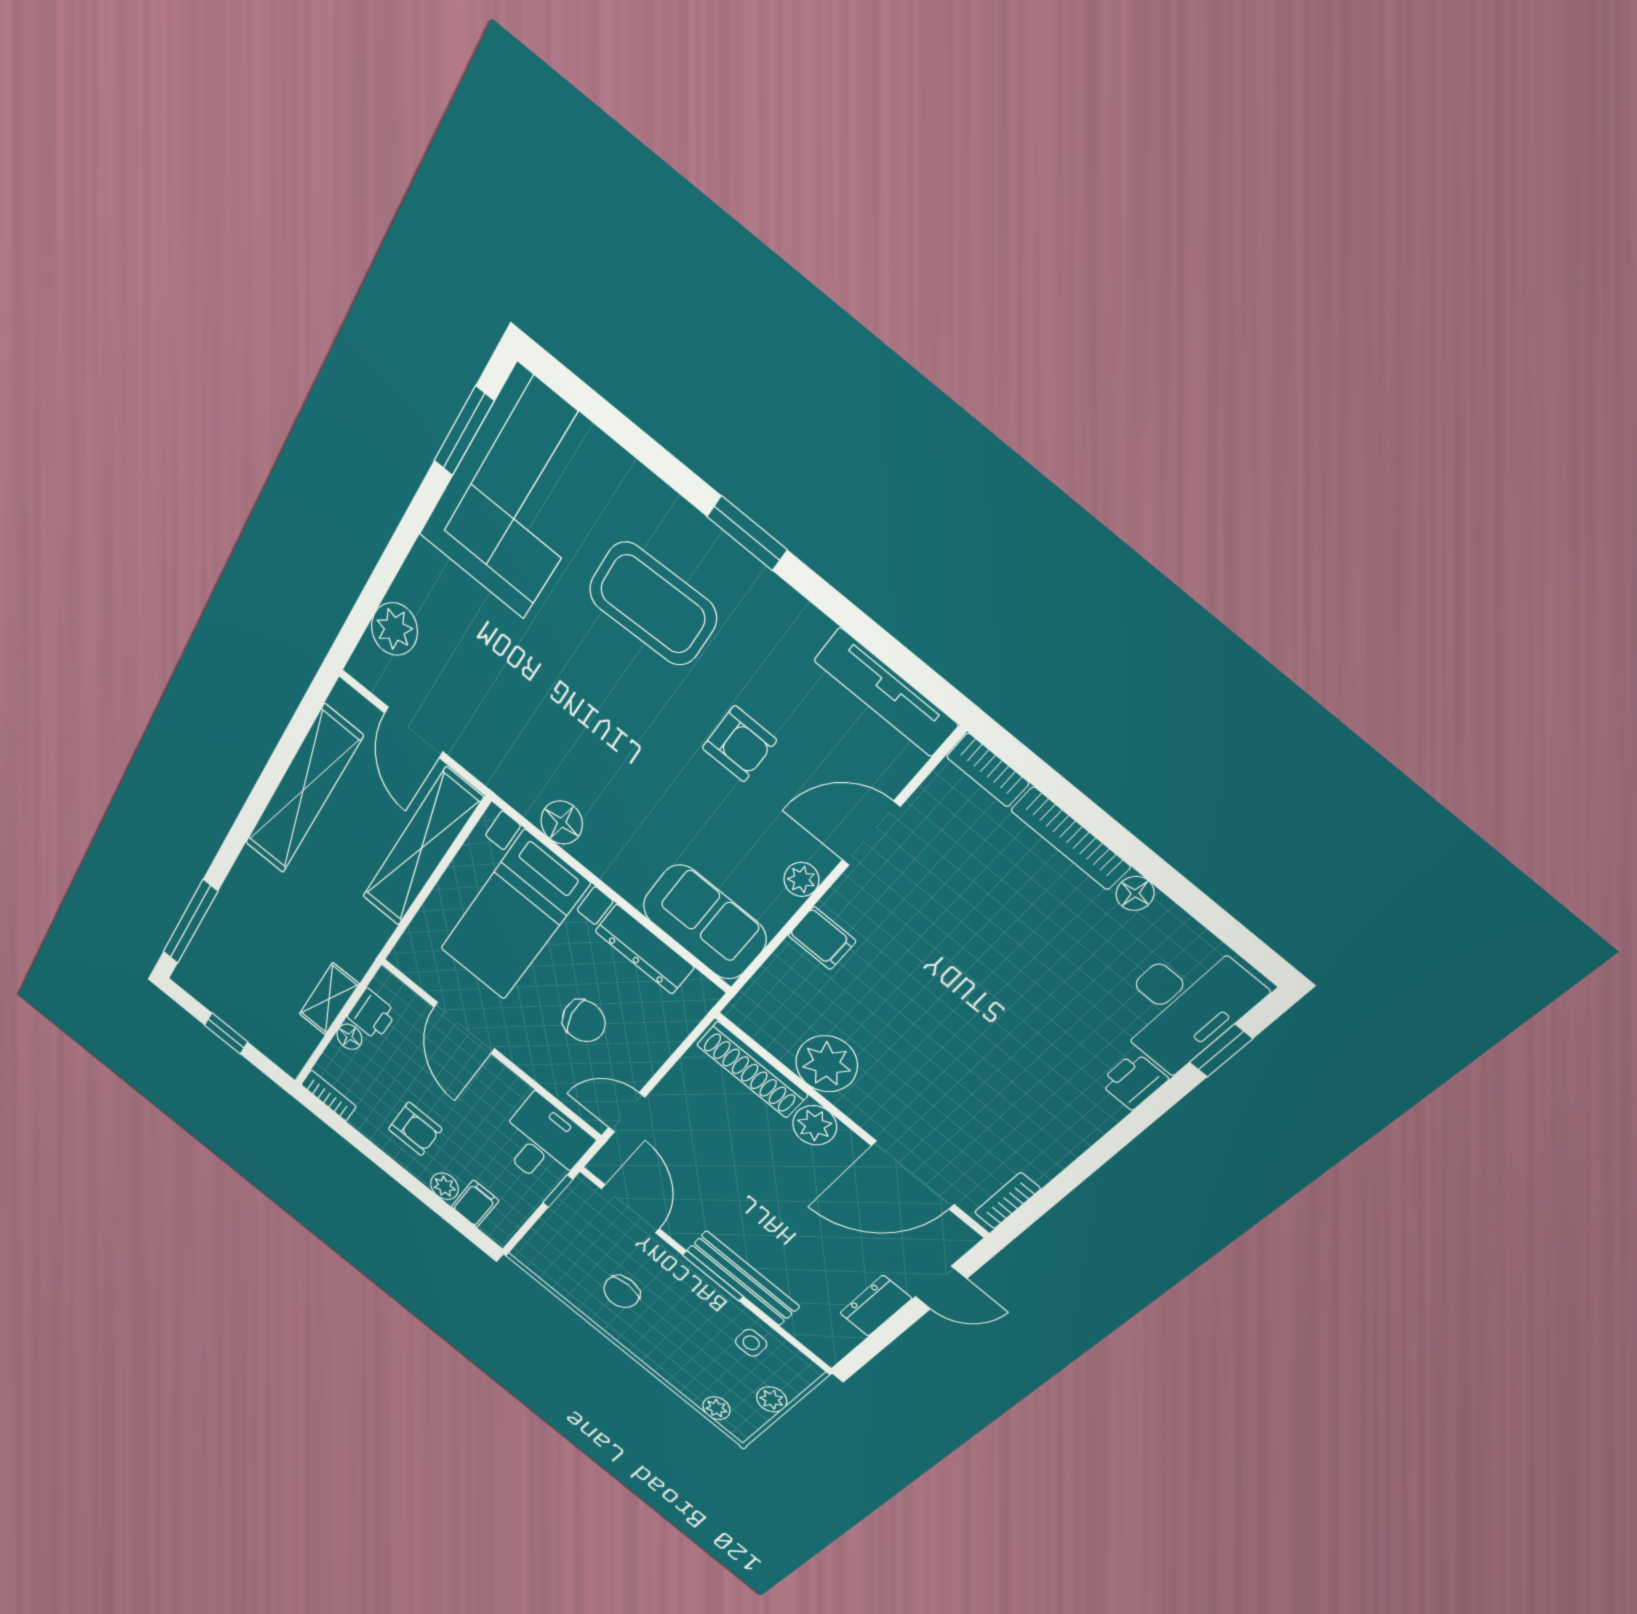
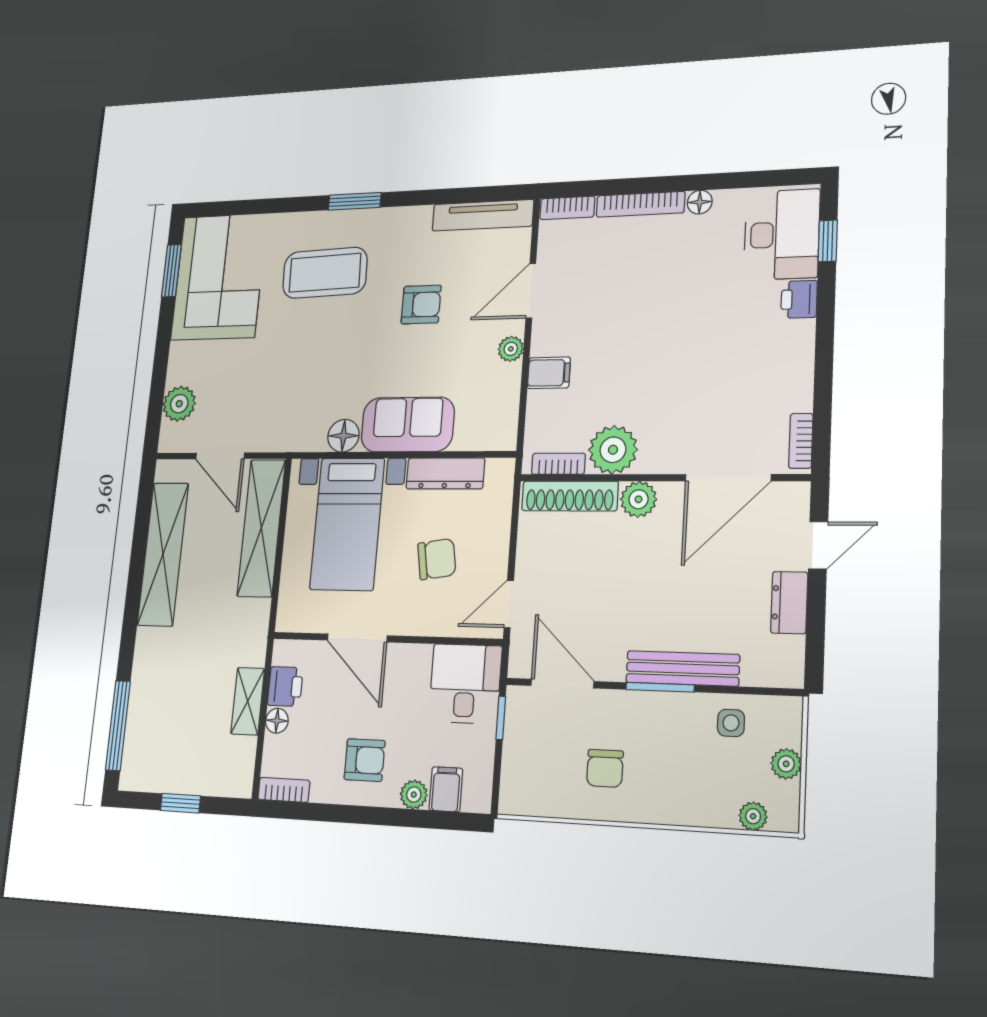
sofa: (704, 922) -> (408, 424), moved
bookcase: (764, 1033) -> (558, 464), added

